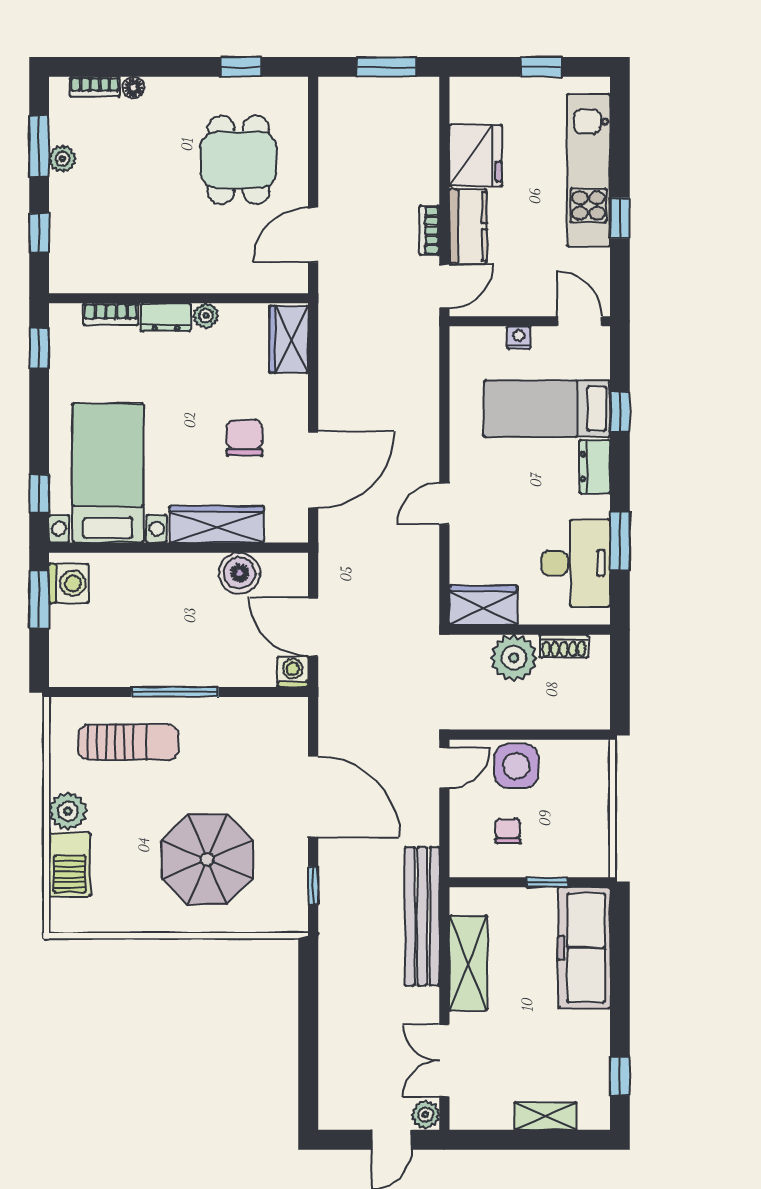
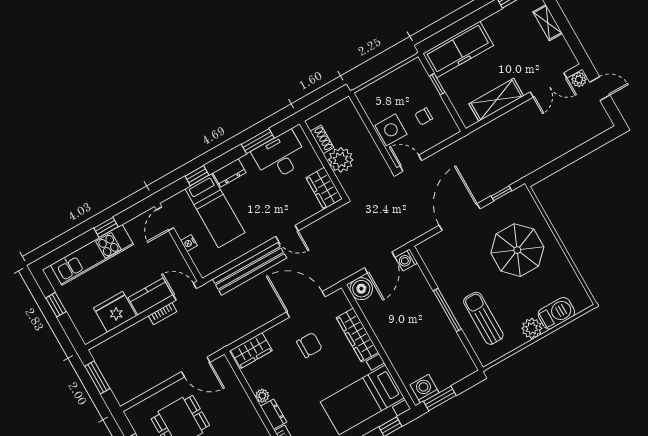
chair: (244, 438) -> (309, 345), turned 180
boiler: (239, 573) -> (361, 289), moved
bench: (422, 916) -> (250, 269), moved

